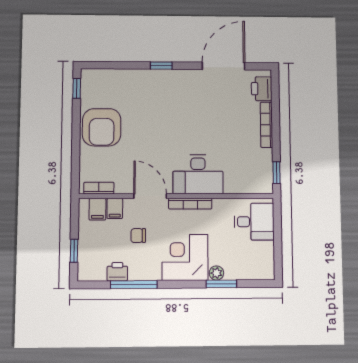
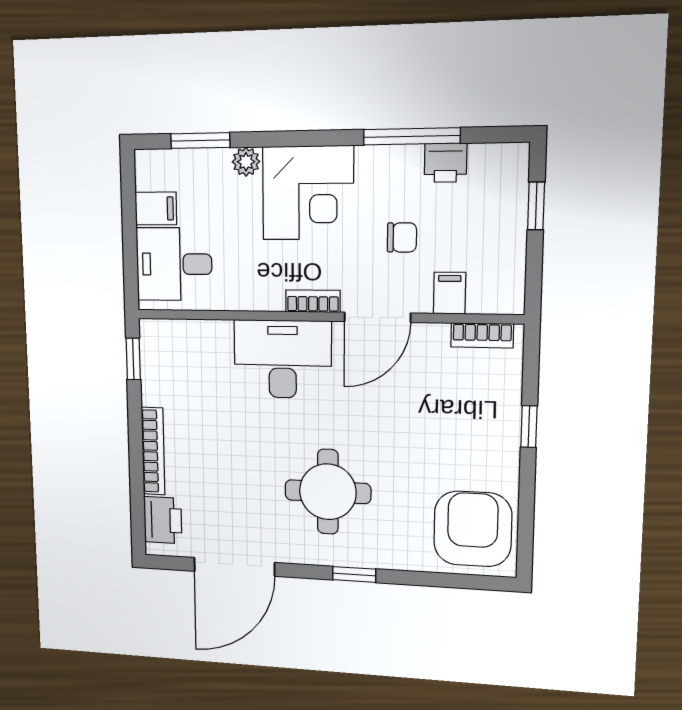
window: (77, 88) -> (529, 427), moved
round table: (175, 107) -> (328, 492), added
armchair: (102, 127) -> (473, 529), moved
door: (150, 196) -> (377, 317), hinge flipped
bookcase: (190, 204) -> (313, 301), width x0.64
filing cabinet: (97, 209) -> (156, 209), moved, turned 90
window: (221, 284) -> (200, 141), moved

